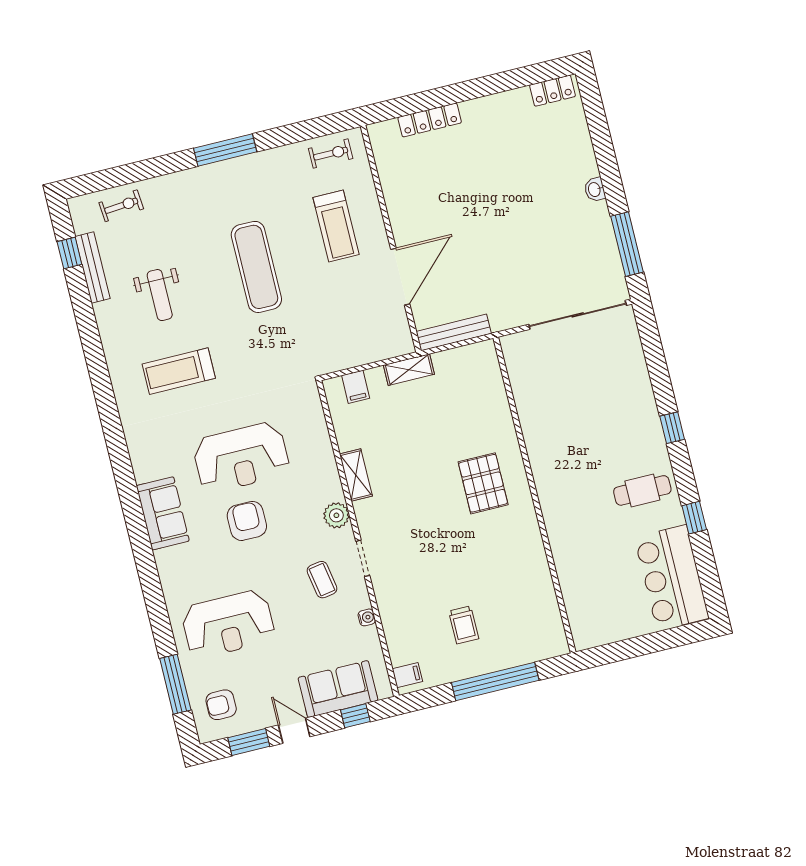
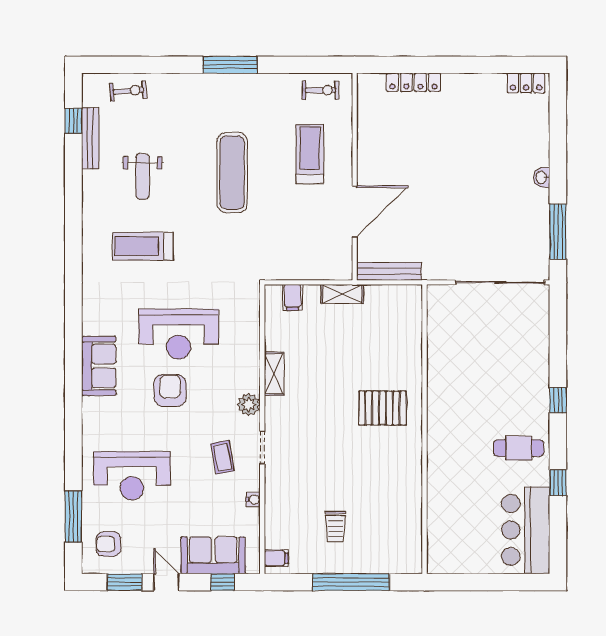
treadmill: (336, 226) -> (310, 154), turned 180
pallet: (483, 483) -> (382, 408), turned 90

